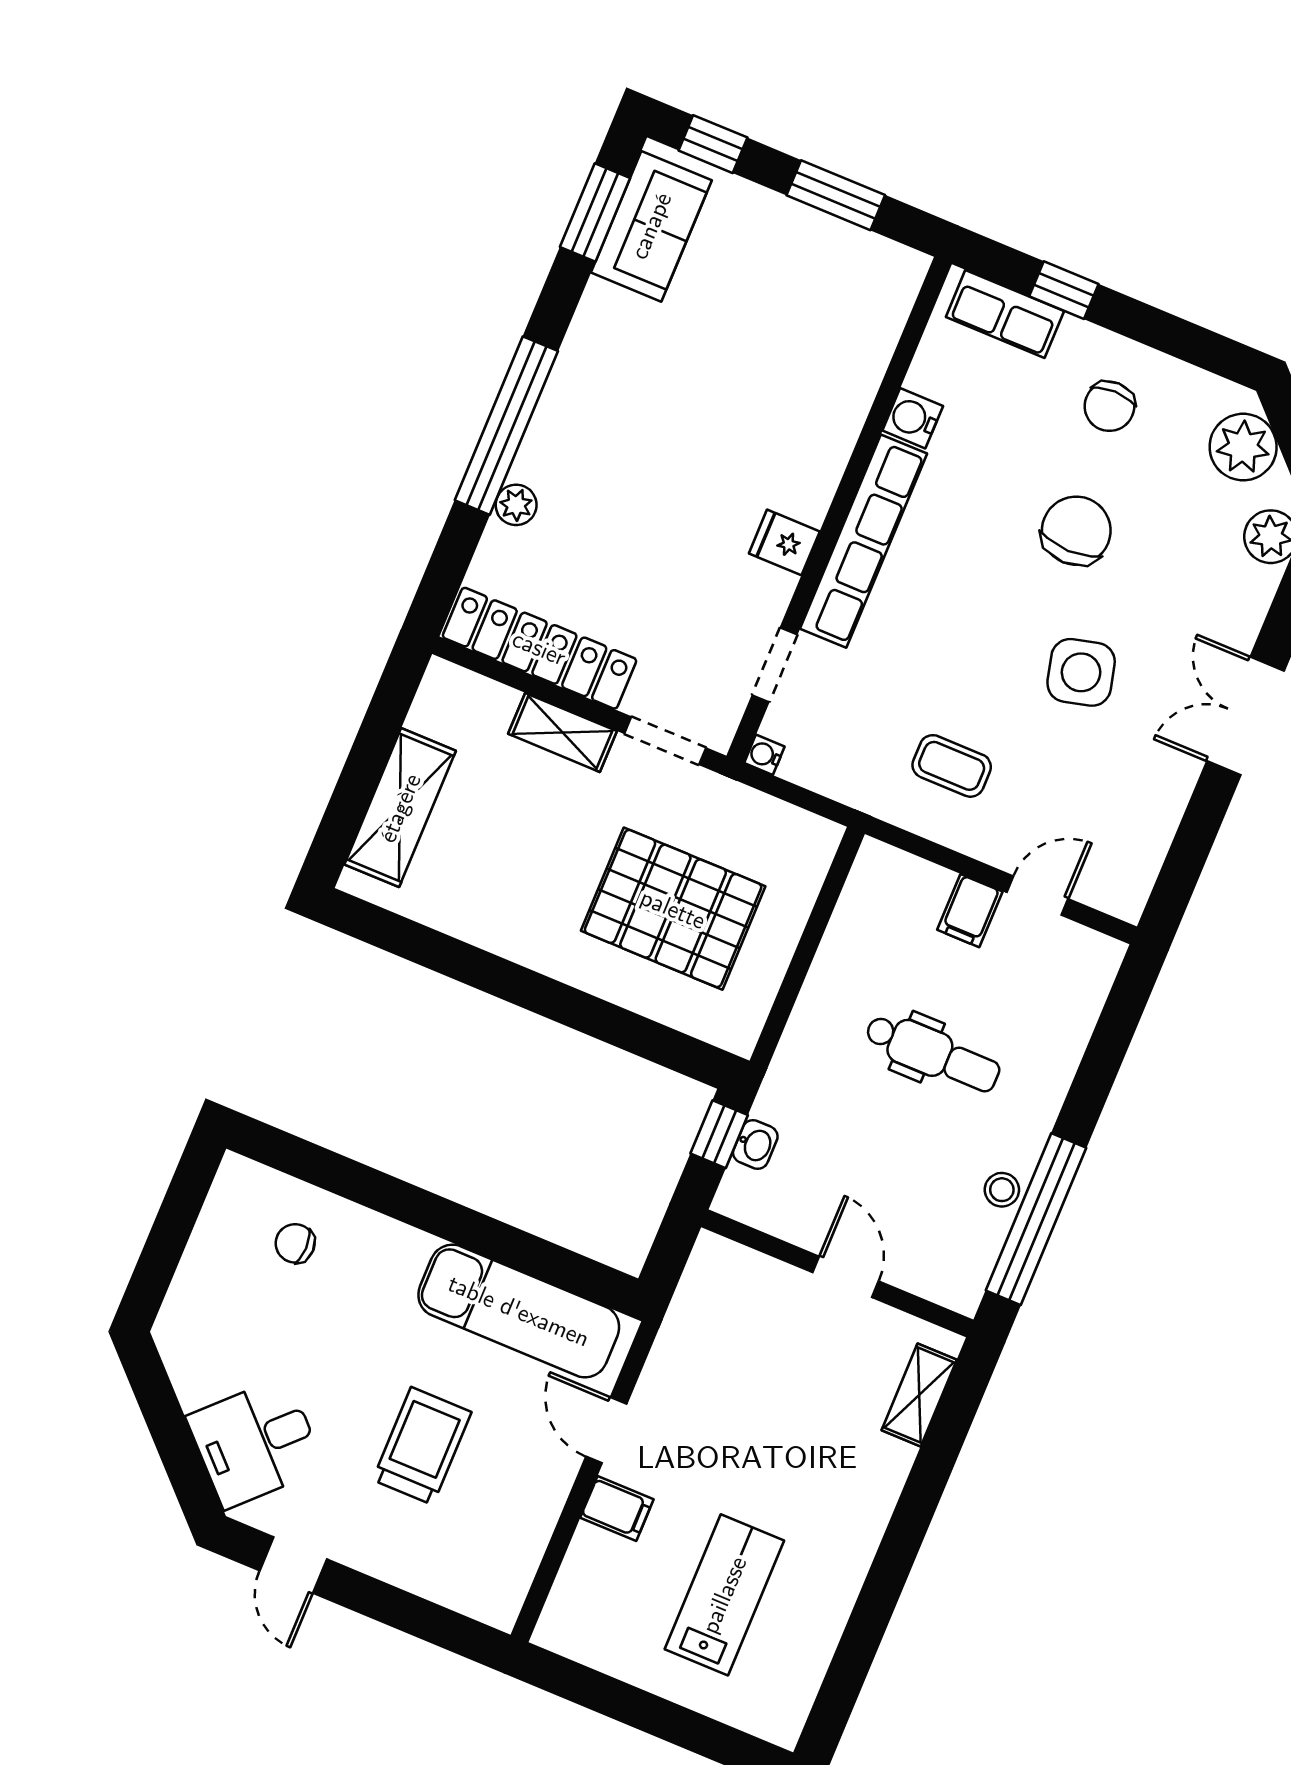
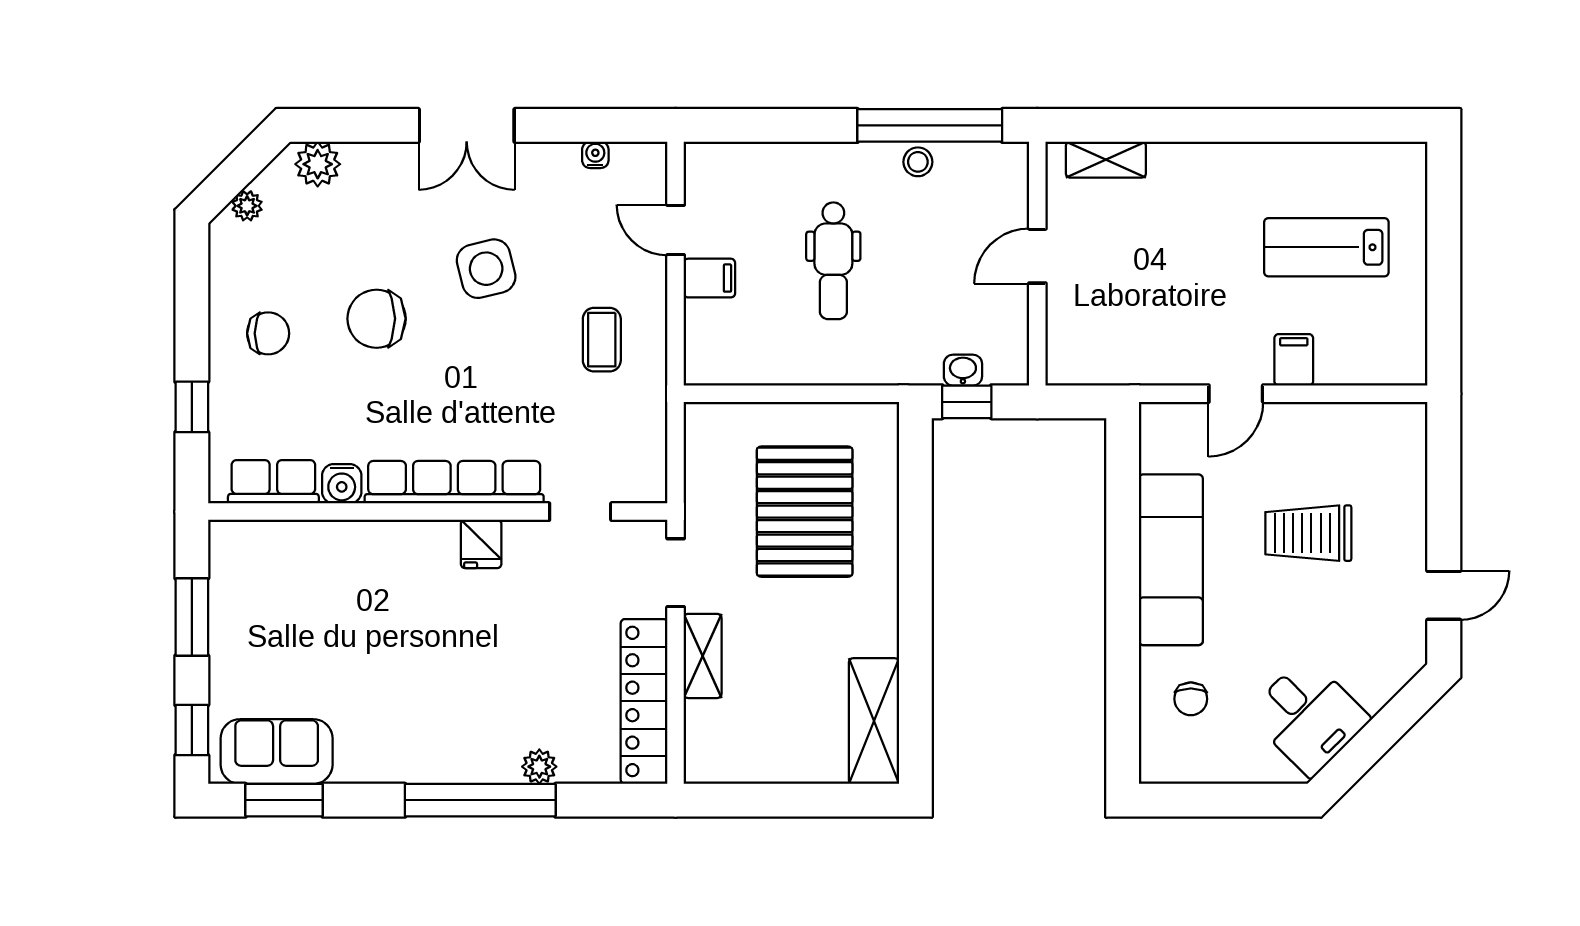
row of seats: (1005, 314) -> (273, 482), moved, turned -90
plant: (1243, 447) -> (247, 206), width x0.53, depth x0.53
water cooler: (764, 755) -> (595, 155), moved, turned 180
shelving: (400, 808) -> (874, 721), moved, turned 90
dental chair: (933, 1053) -> (833, 261), turned 180
exam couch: (519, 1311) -> (1171, 560), moved
desk: (255, 1442) -> (1309, 716), moved

